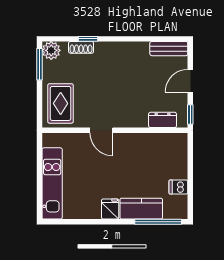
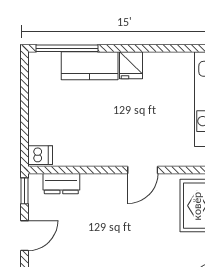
door: (101, 130) -> (143, 170), swing flipped
dishwasher: (178, 187) -> (40, 155), moved

